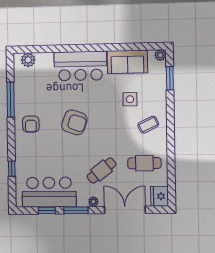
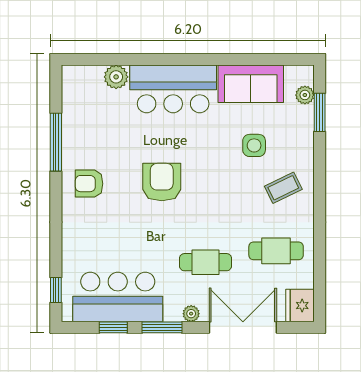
plant: (160, 55) -> (305, 95), moved
plant: (28, 60) -> (116, 77), moved
armchair: (74, 122) -> (162, 182), turned -109
armchair: (31, 124) -> (89, 184), turned 90
window: (12, 169) -> (56, 290), moved
cafe table: (102, 171) -> (206, 262), turned 38

